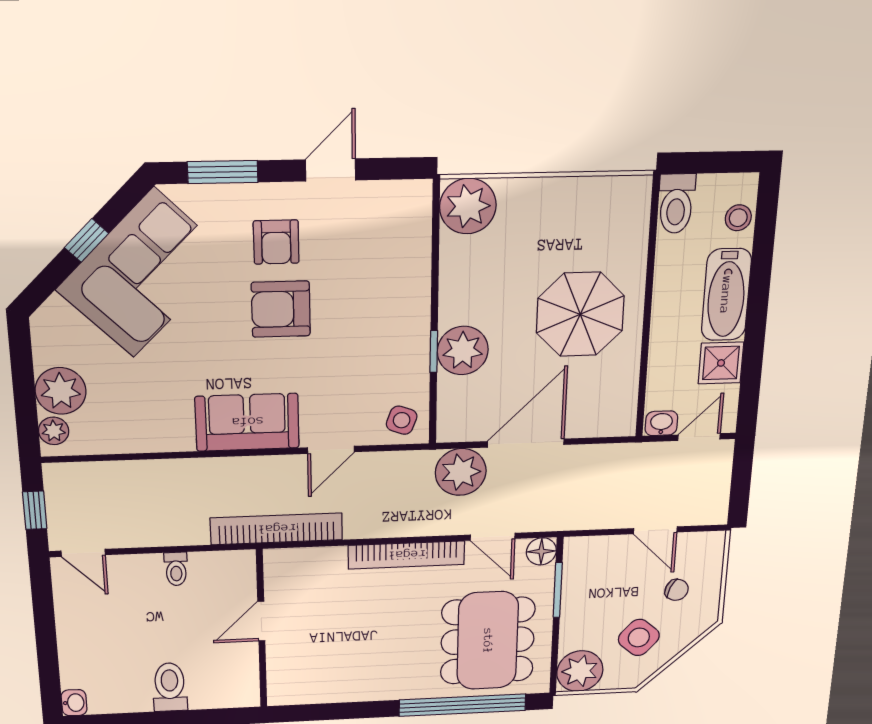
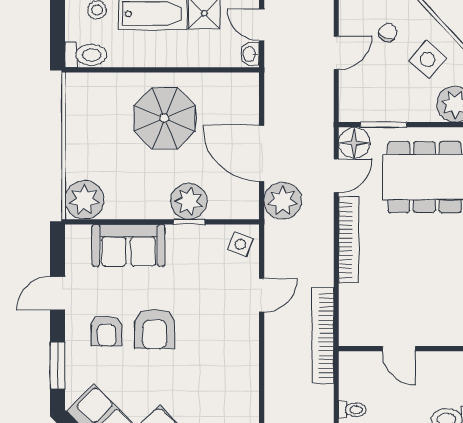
door: (331, 170) -> (58, 293), hinge flipped
armchair: (276, 242) -> (107, 331), turned 90
sofa: (247, 422) -> (128, 245), moved, turned -90
door: (331, 450) -> (262, 295), hinge flipped
floor lamp: (541, 551) -> (354, 143), width x1.38, depth x1.38

